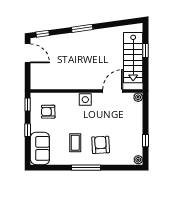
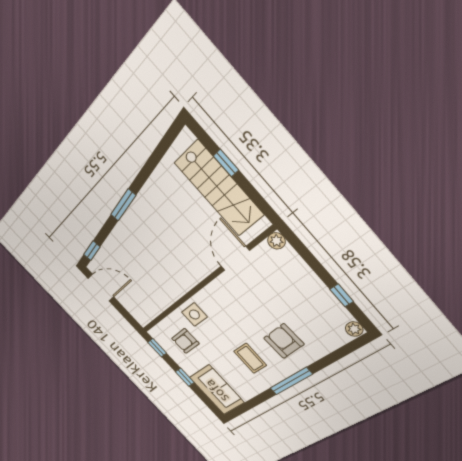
side table: (85, 100) -> (194, 315), moved

